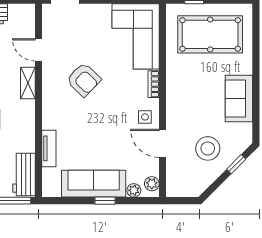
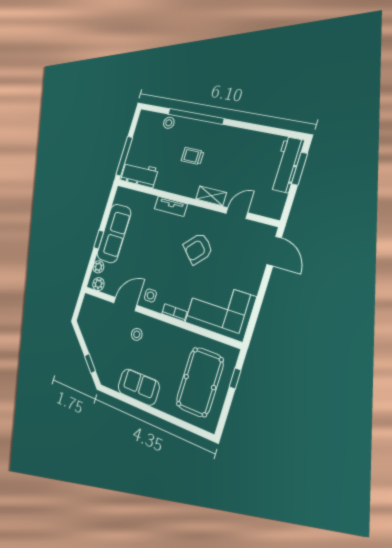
tv unit: (49, 148) -> (171, 206), moved
stool: (208, 148) -> (137, 334), moved, width x0.53, depth x0.53

